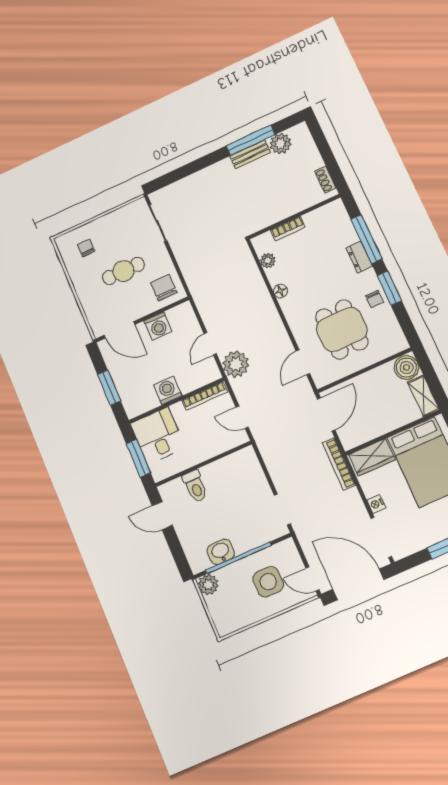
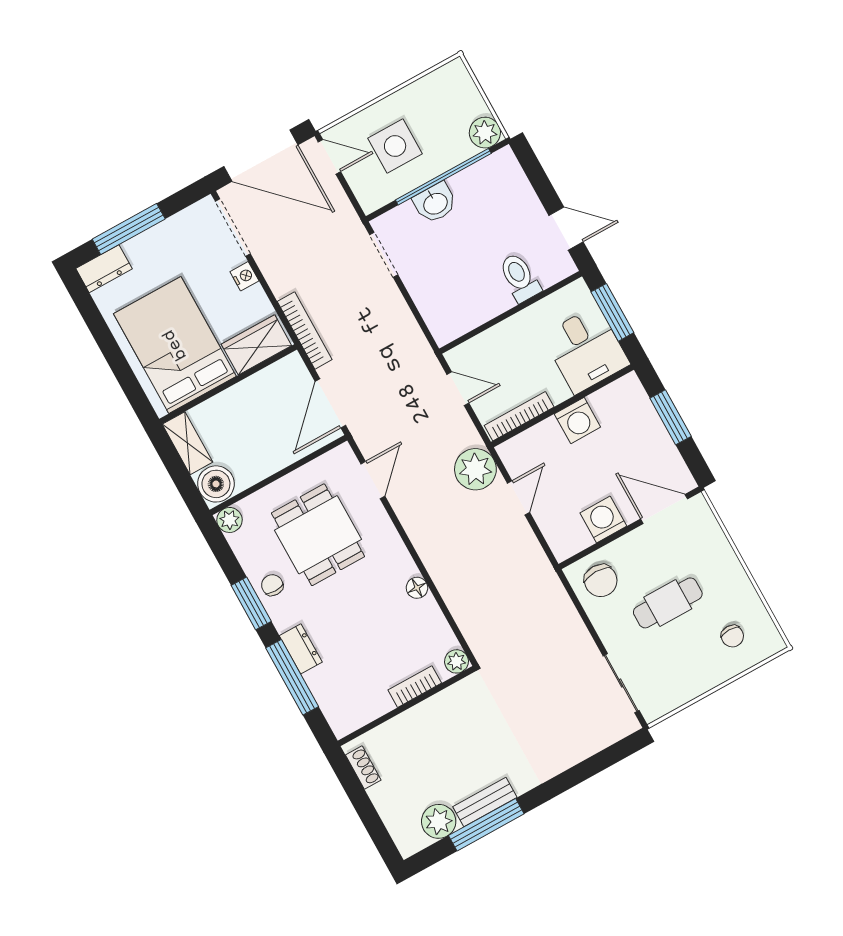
plant: (268, 261) -> (456, 661), moved
plant: (399, 343) -> (229, 520), added
washbasin: (221, 552) -> (435, 203), moved

